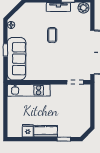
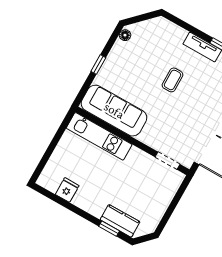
sofa: (17, 59) -> (114, 111), moved, turned -90
kitchen counter: (46, 131) -> (120, 221), moved

